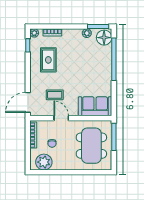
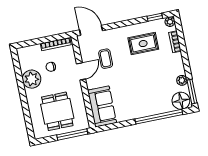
dining table: (91, 146) -> (57, 111), width x0.73
plant: (44, 162) -> (32, 79), moved

